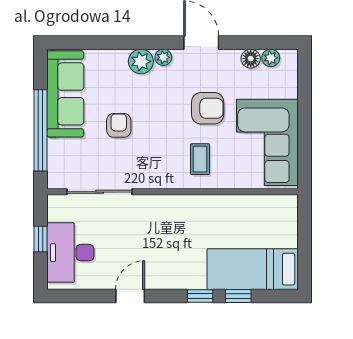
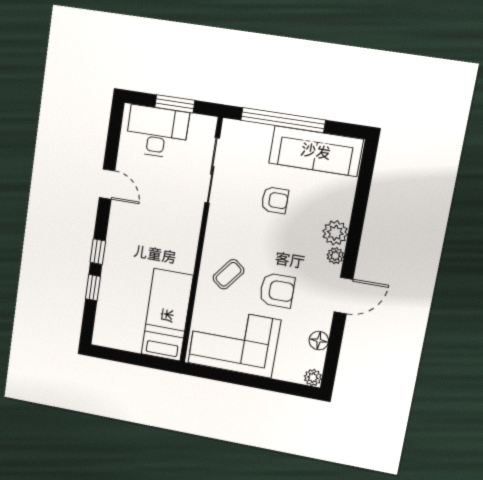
plant: (271, 58) -> (313, 378), moved
armchair: (208, 108) -> (277, 290), turned -90
coffee table: (200, 159) -> (228, 274), turned -52
window: (40, 239) -> (175, 104), width x1.50
bed: (253, 269) -> (167, 315), moved

